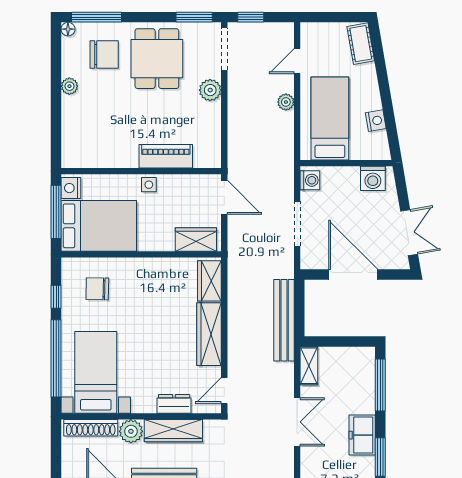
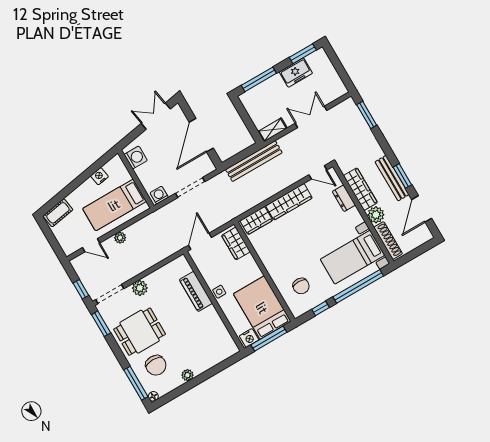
chair: (104, 54) -> (156, 365), turned 180

